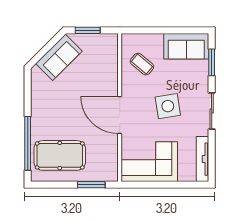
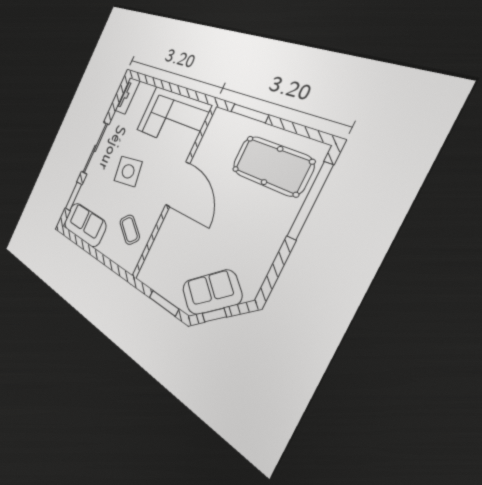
window: (50, 45) -> (214, 315), added
sliding door: (212, 111) -> (95, 148), width x1.37
tv unit: (203, 159) -> (127, 96), width x0.71

